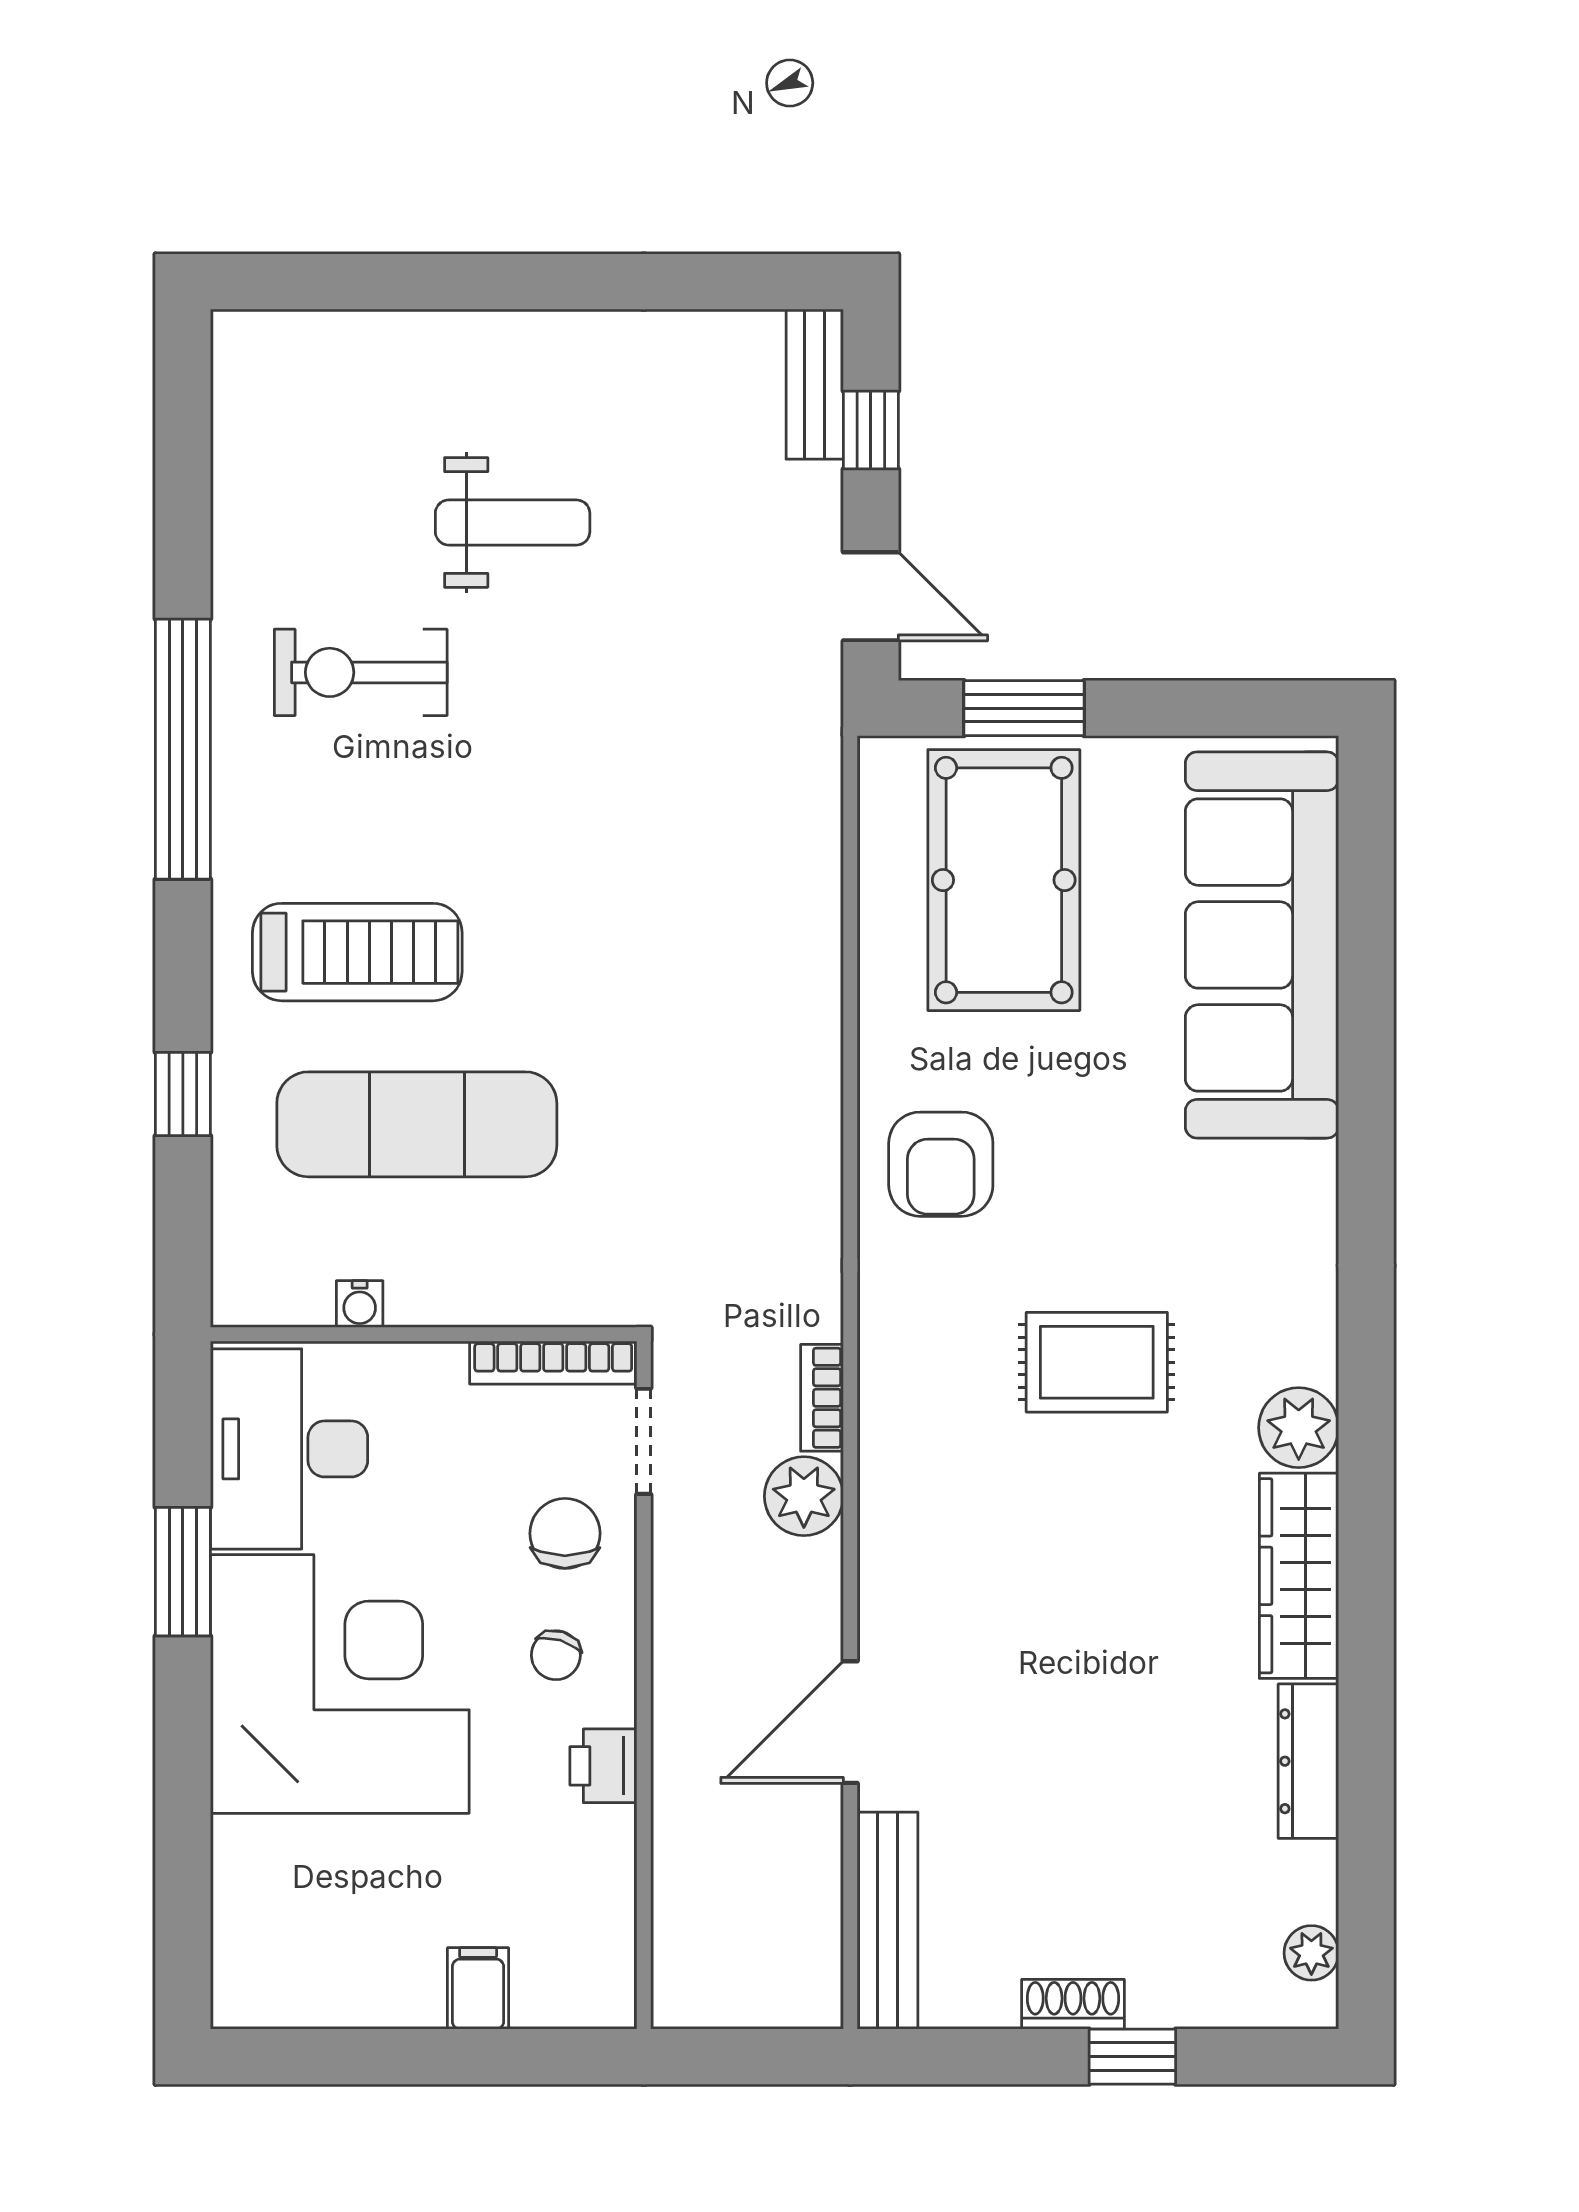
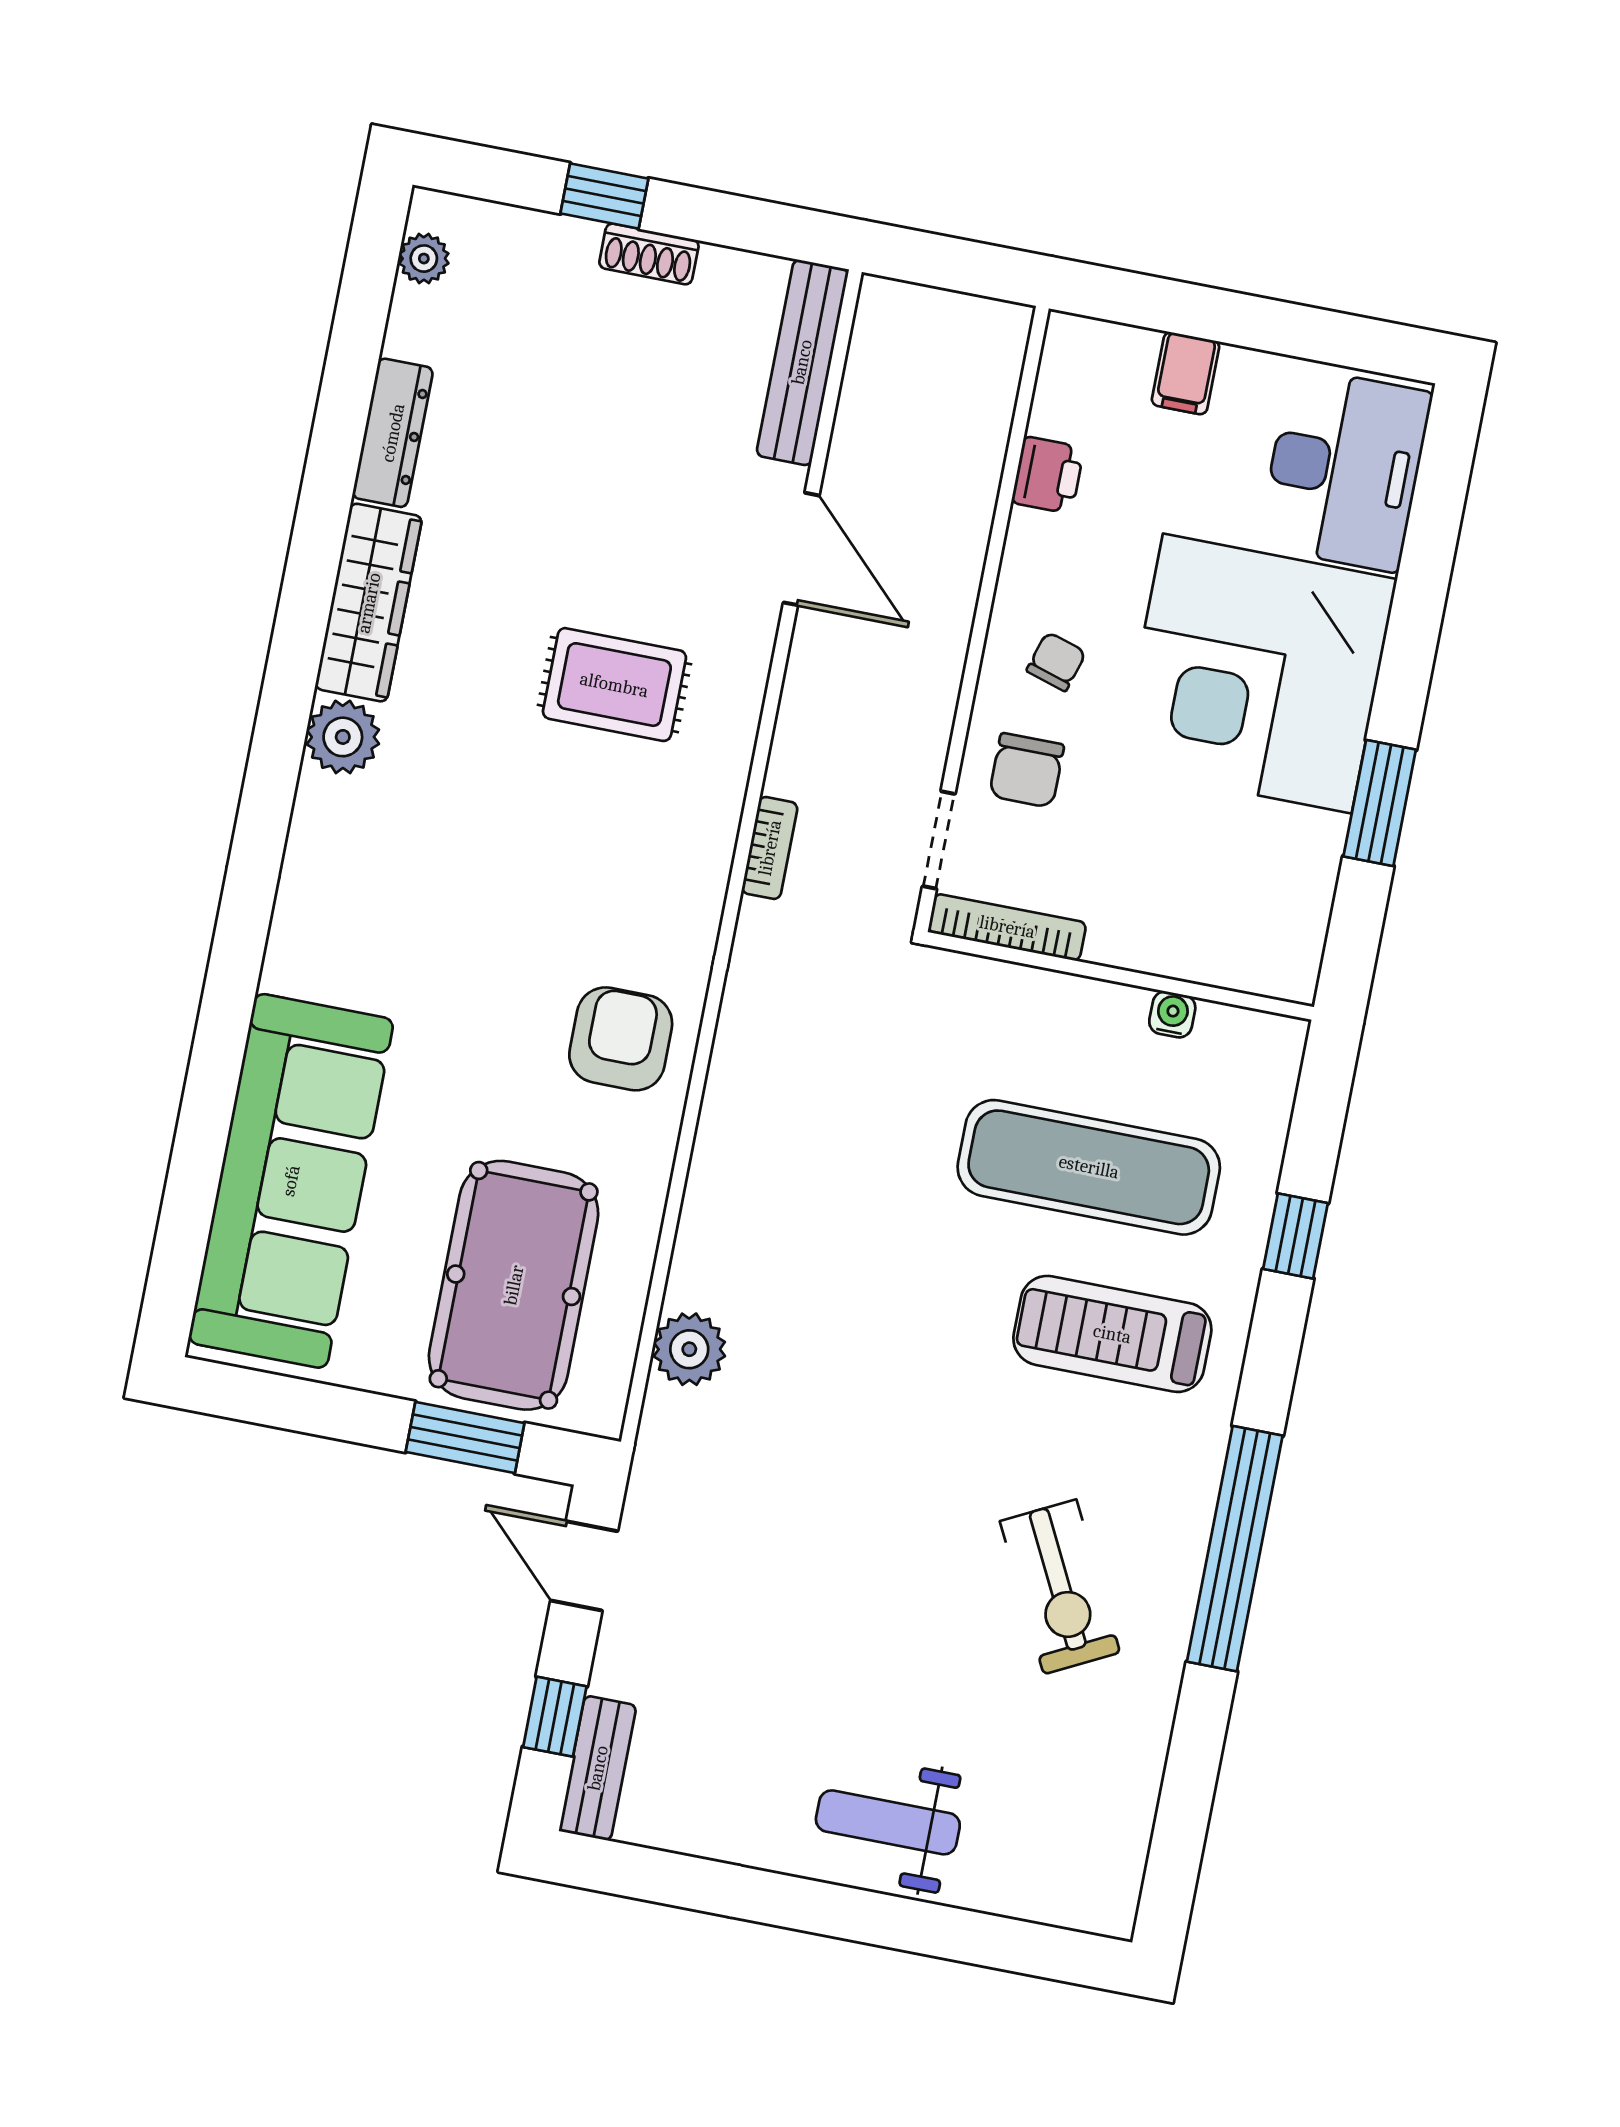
weight bench: (513, 522) -> (888, 1822), moved
exercise bike: (361, 672) -> (1060, 1587), turned 63
rug: (1097, 1362) -> (614, 685), moved
desk: (289, 1449) -> (1345, 469), moved
plant: (804, 1496) -> (689, 1349), moved
door: (850, 1722) -> (801, 549), hinge flipped
printer: (603, 1766) -> (1048, 475), moved

